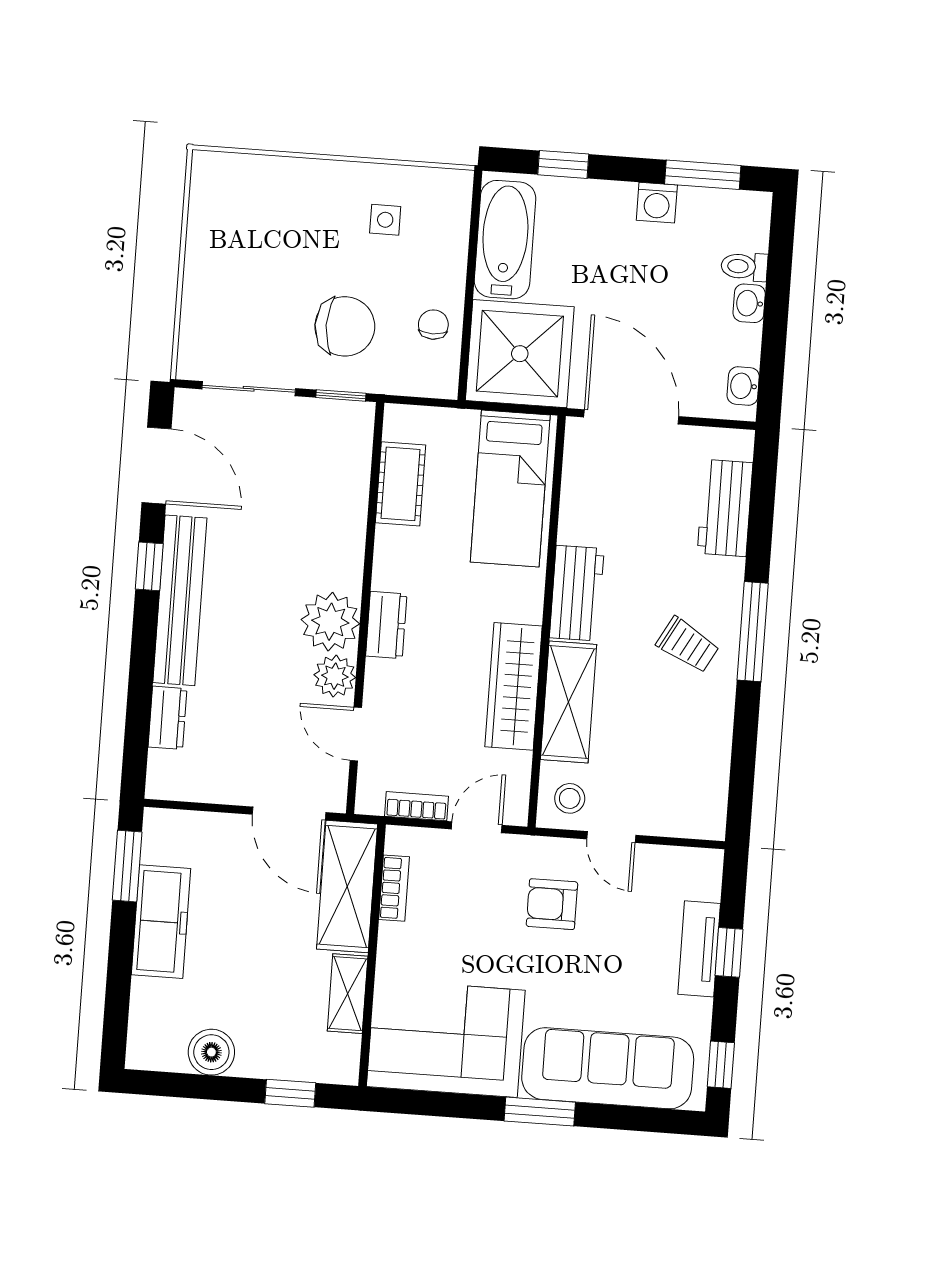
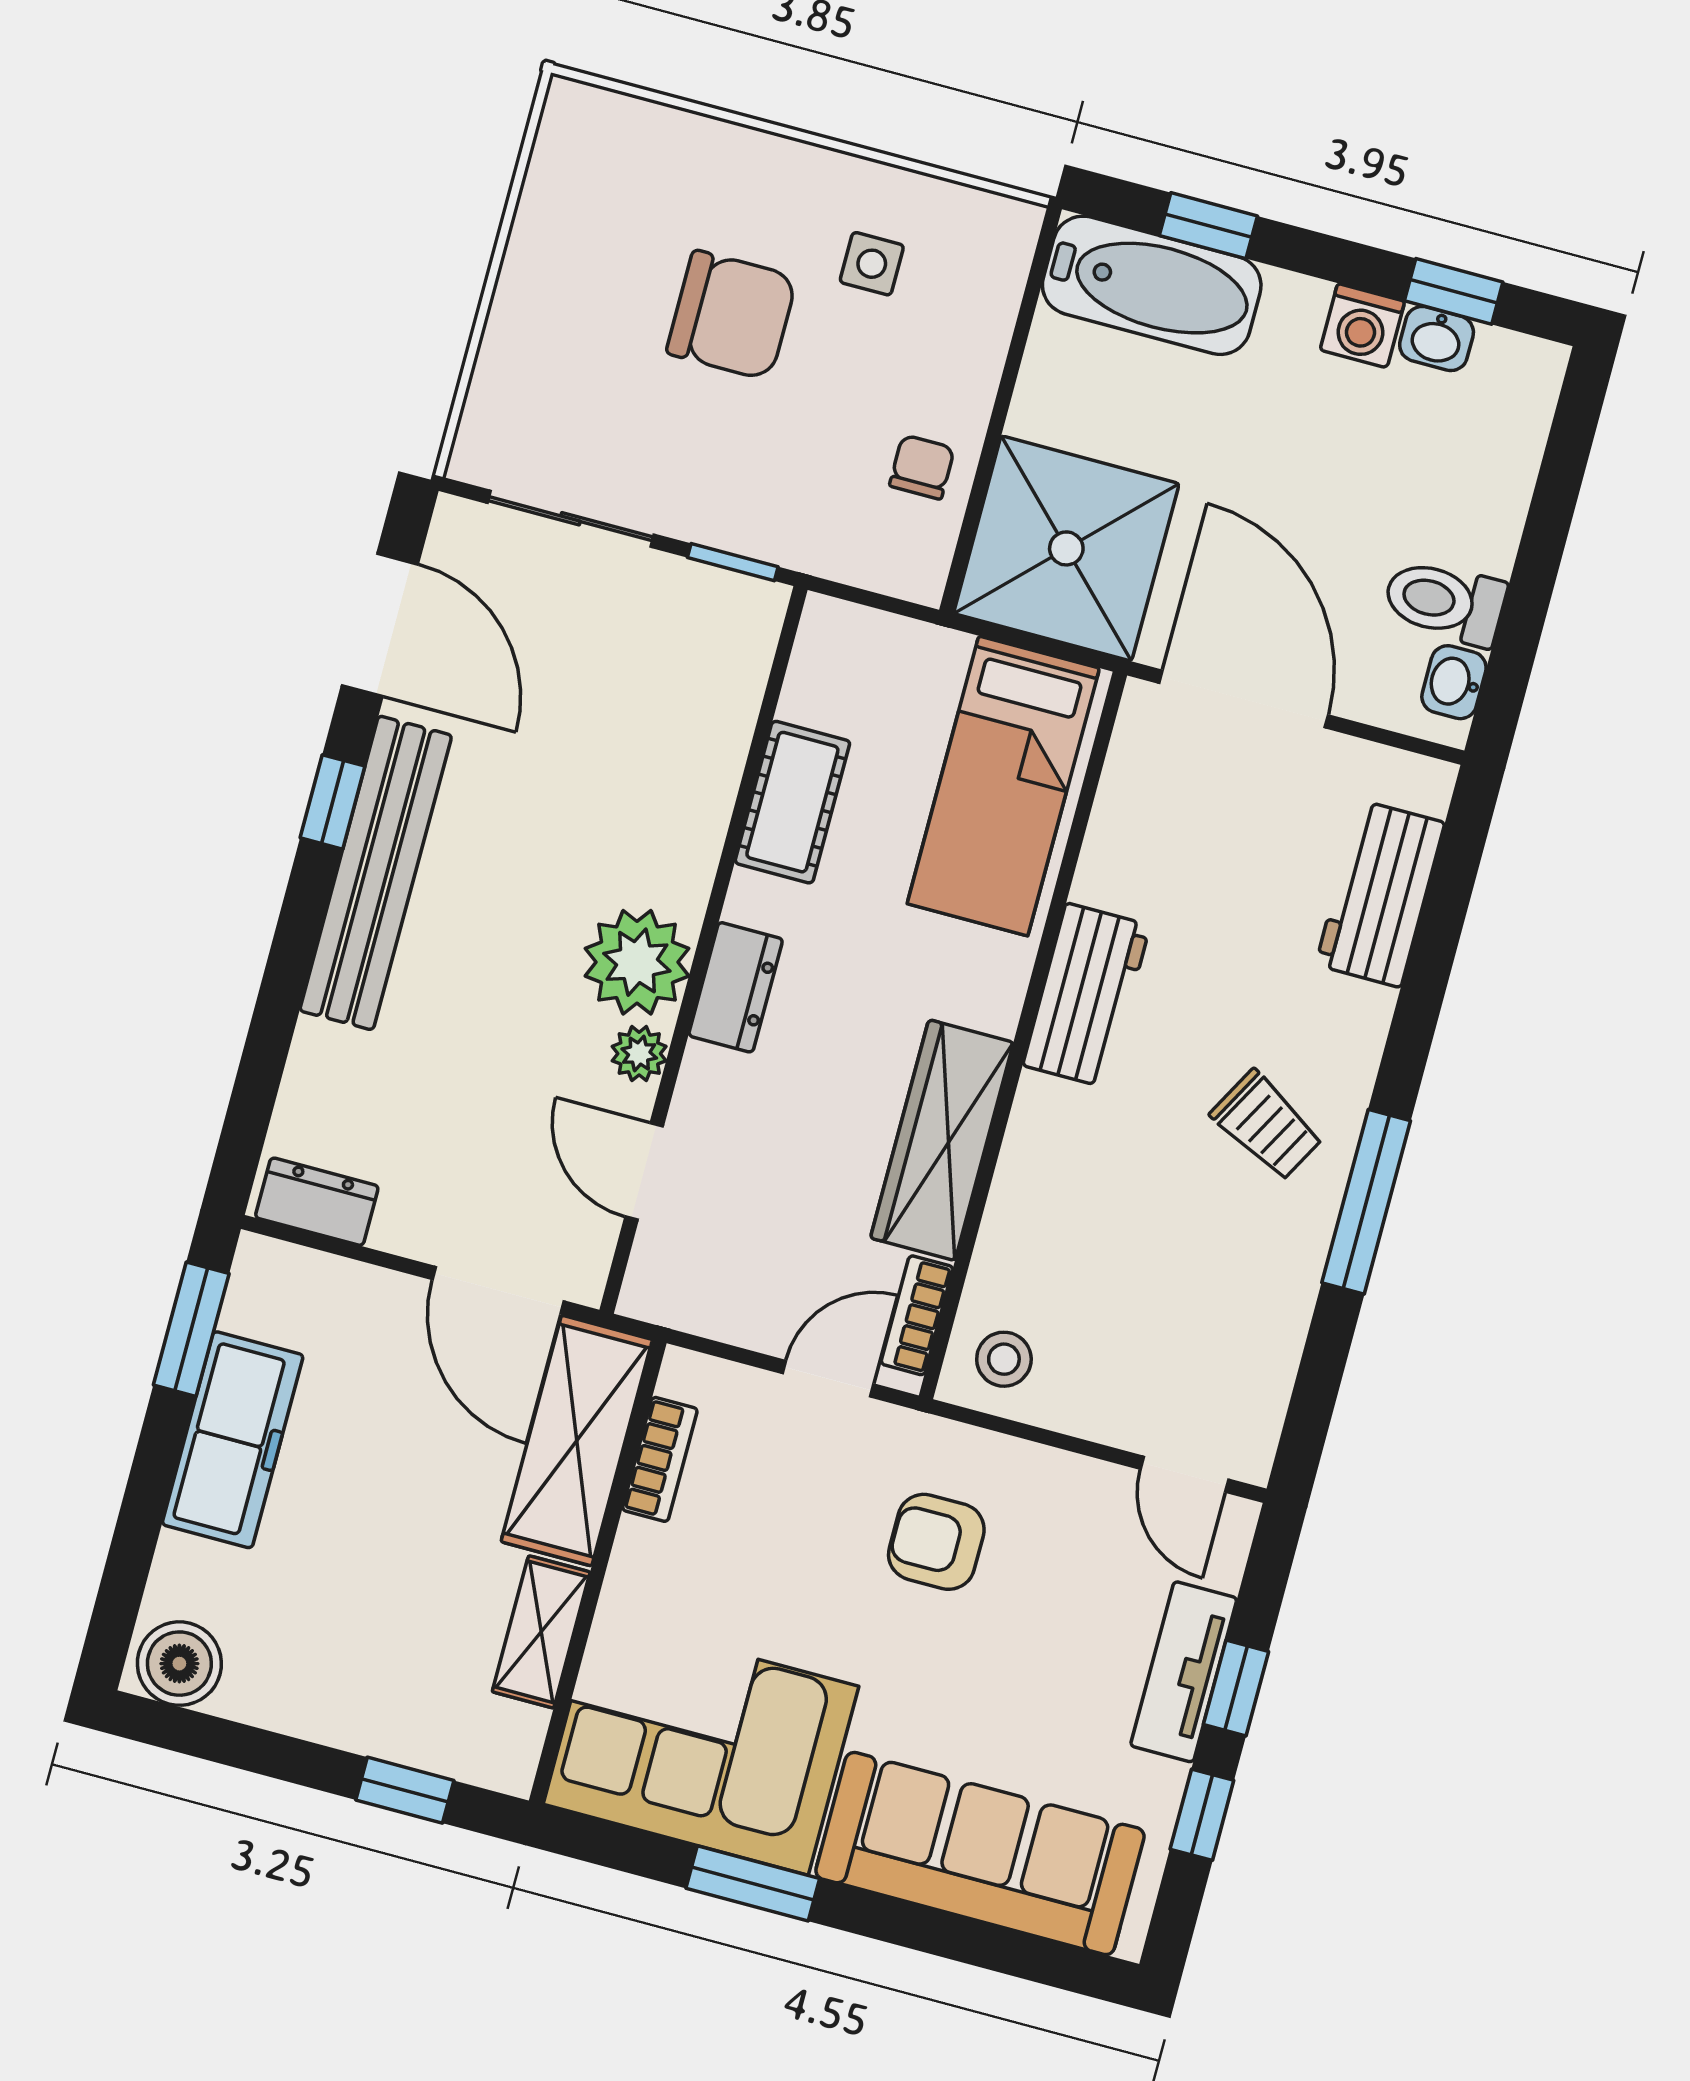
window: (703, 175) -> (1454, 291), width x0.67
bathtub: (505, 240) -> (1152, 285), moved, turned 90
toilet: (744, 267) -> (1445, 602), moved, width x1.37, depth x1.39
washbasin: (749, 303) -> (1437, 339), moved, turned -90
chair: (345, 326) -> (732, 315), moved
cot: (400, 484) -> (792, 802), moved
window: (753, 632) -> (1366, 1202), moved
plant: (335, 676) -> (639, 1054), width x0.73, depth x0.73
shelving: (569, 702) -> (1035, 1187), removed
dresser: (168, 718) -> (317, 1202), moved, turned -90
bookcase: (417, 806) -> (917, 1315), moved, turned -90
door: (611, 837) -> (1184, 1474), moved
boiler: (211, 1052) -> (179, 1664), moved
window: (721, 1065) -> (1202, 1815), moved
window: (540, 1112) -> (753, 1883), moved

